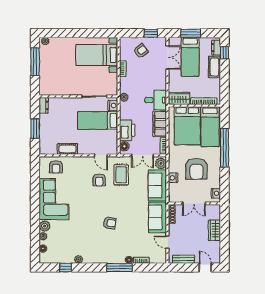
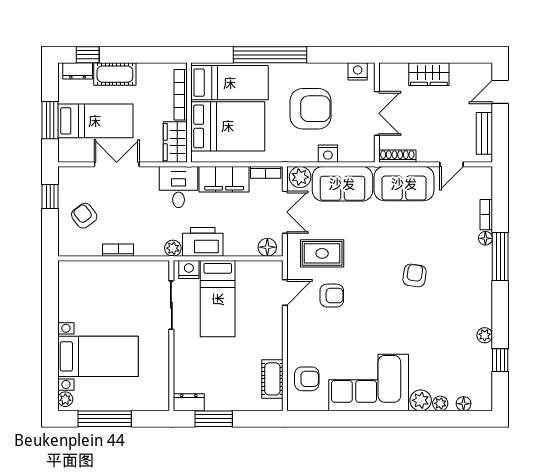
bed with nightstands: (97, 55) -> (98, 356), moved, turned -90
double door: (167, 57) -> (117, 164), moved
window: (35, 129) -> (214, 419), moved
printer: (127, 130) -> (203, 242), moved
cot: (67, 149) -> (272, 379), moved

